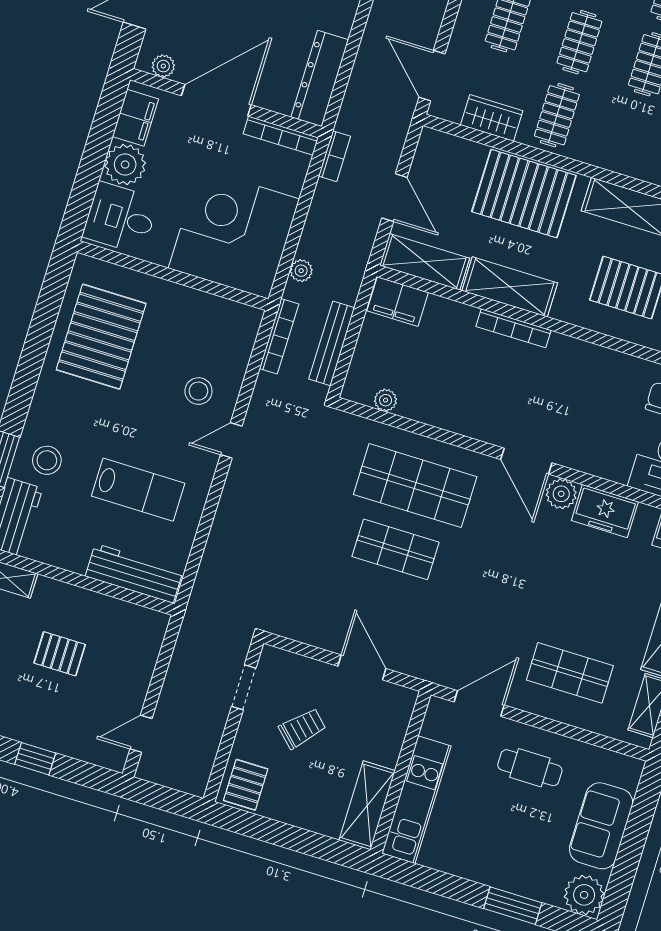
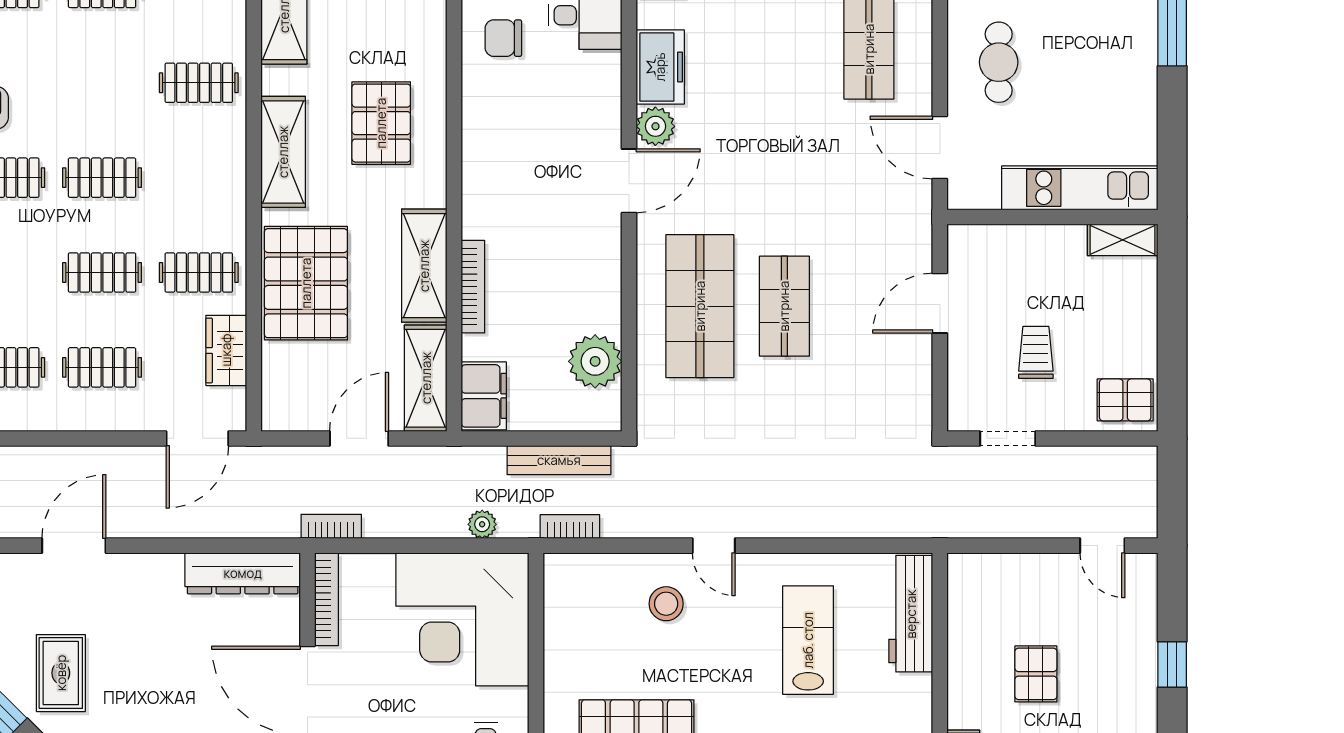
bookcase: (514, 328) -> (473, 287), moved
bookcase: (279, 336) -> (570, 527), width x0.64
plant: (386, 400) -> (595, 361), width x1.87, depth x1.87
trolley: (302, 728) -> (1036, 352), turned 46
shelving: (367, 805) -> (1123, 240), width x0.67, depth x0.75

